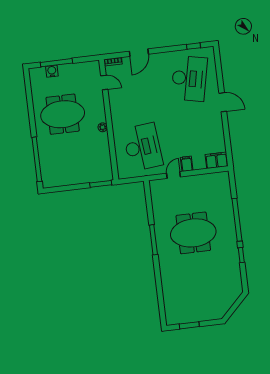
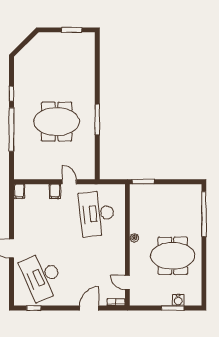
window: (56, 63) -> (173, 308), width x0.69
desk: (189, 78) -> (42, 276), turned -36
filing cabinet: (217, 160) -> (19, 191), width x0.50
door: (174, 175) -> (69, 182), swing flipped

